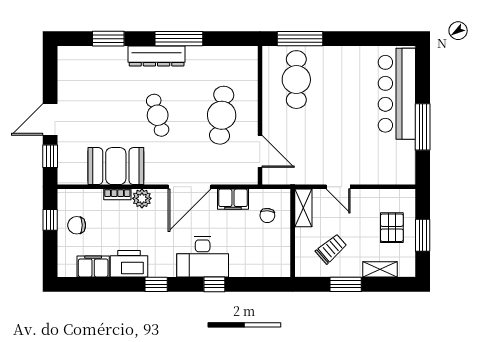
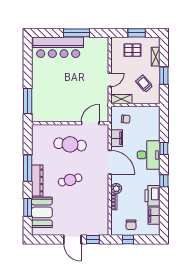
cafe table: (296, 80) -> (50, 103), removed
booth: (116, 166) -> (42, 212), moved

